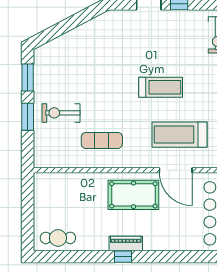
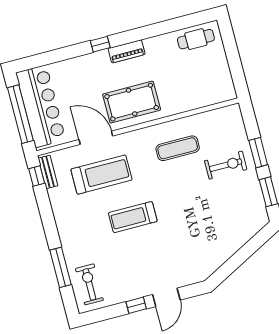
window: (123, 257) -> (100, 44), moved

